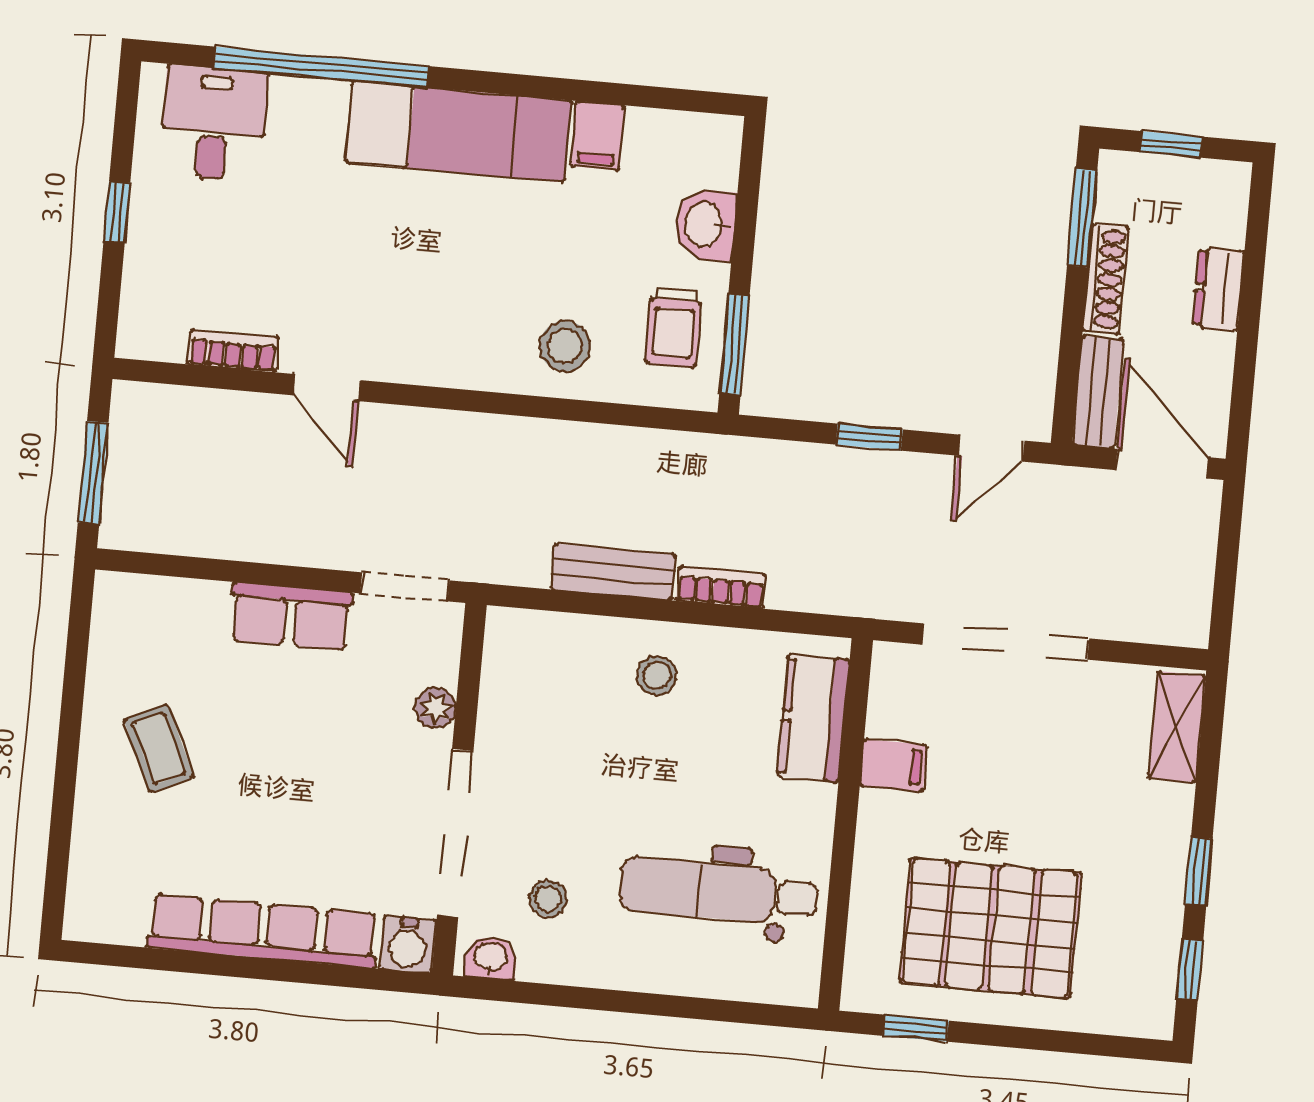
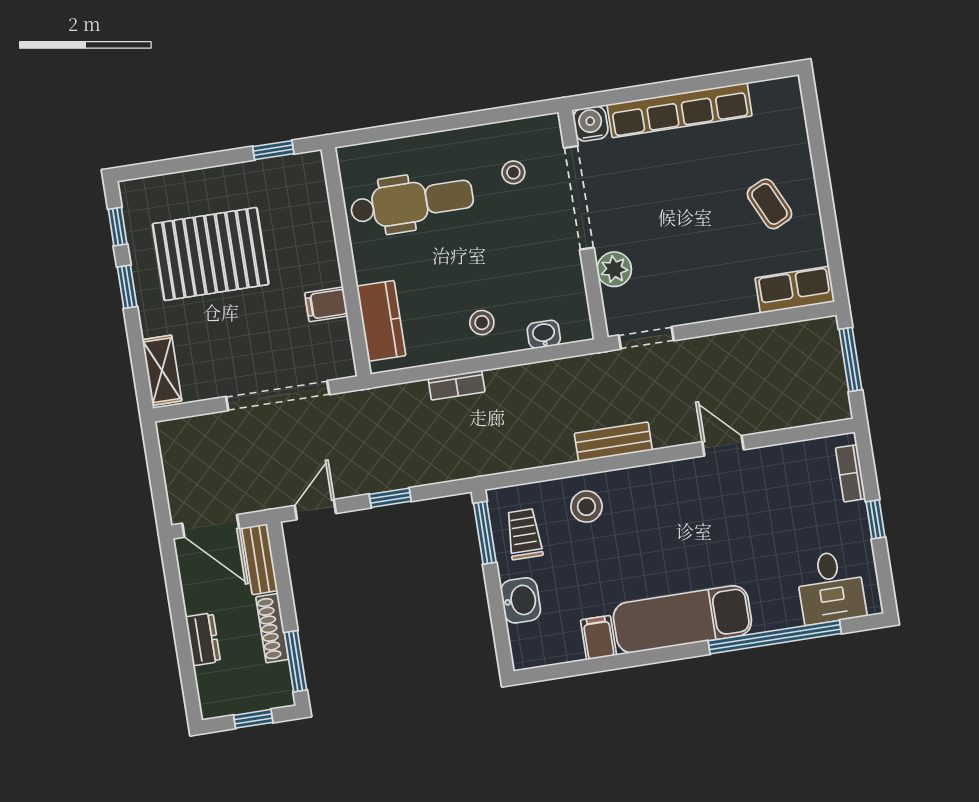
bookcase: (233, 351) -> (851, 473), moved, turned 90
bench: (613, 572) -> (613, 442), moved
row of seats: (291, 616) -> (795, 290), moved
plant: (436, 708) -> (614, 269), width x1.38, depth x1.38
pallet: (990, 928) -> (211, 254), moved
washbasin: (490, 958) -> (544, 334), moved, turned 180

